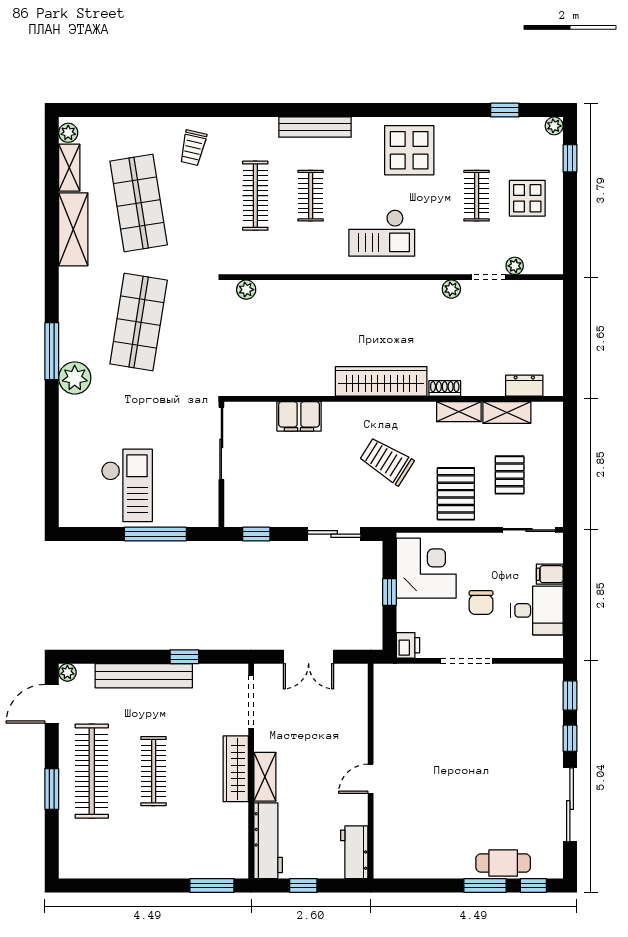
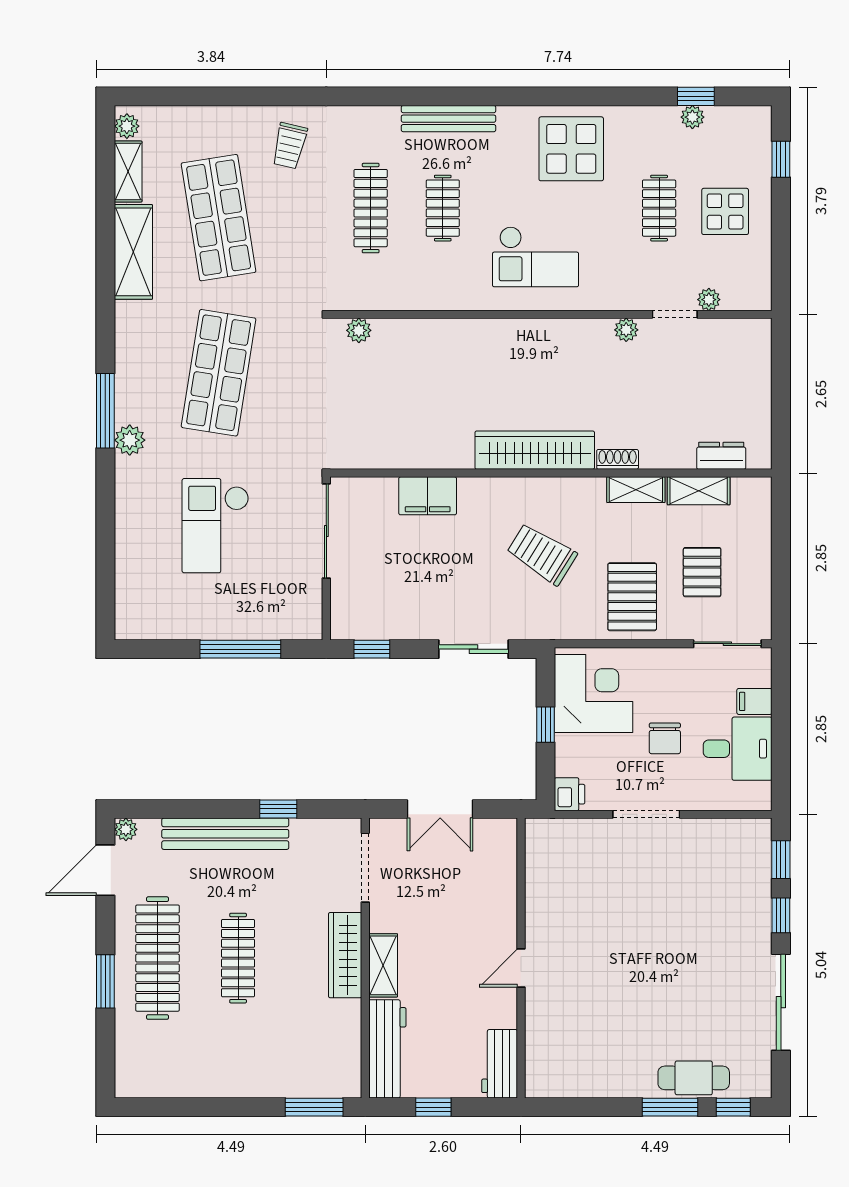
plant: (554, 126) -> (692, 117), moved
plant: (75, 378) -> (130, 440), width x0.73, depth x0.73
checkout: (127, 485) -> (215, 526), moved, turned 180

